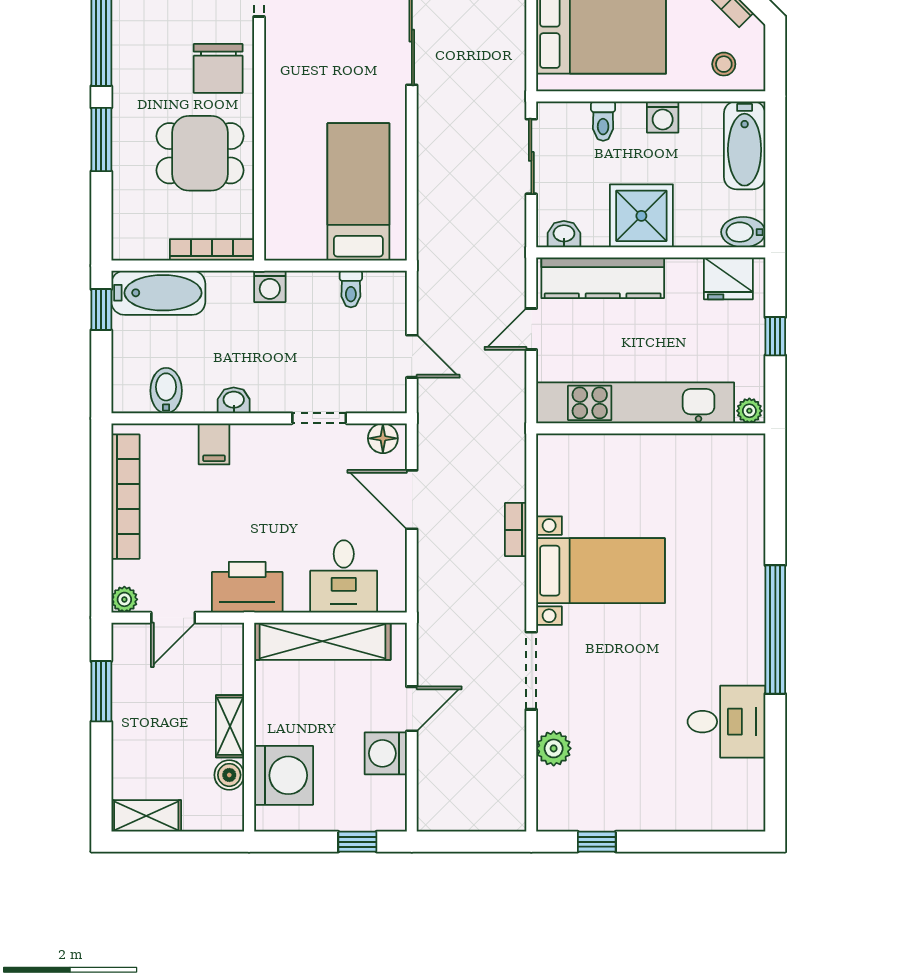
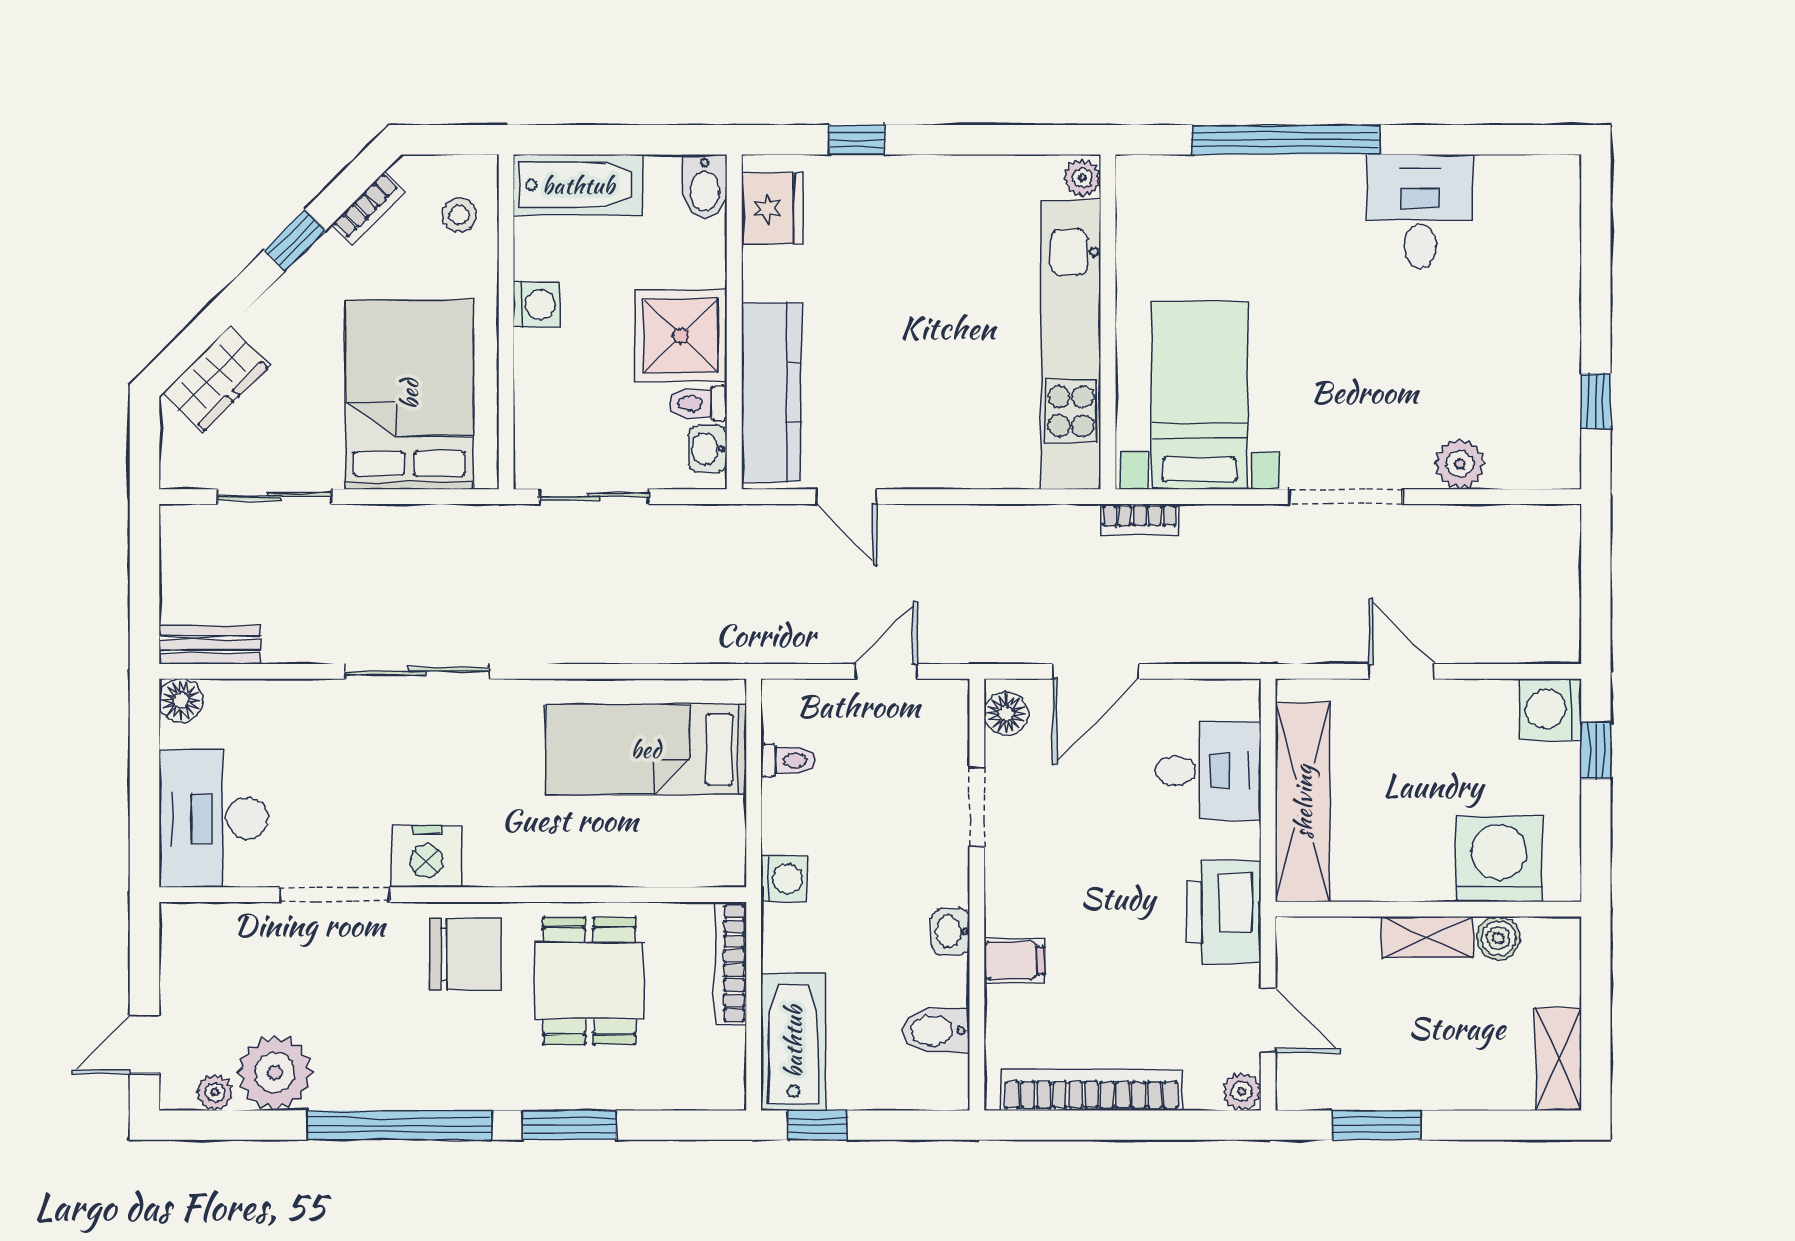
nightstand: (285, 42) -> (427, 856), added
toilet: (603, 121) -> (698, 403), moved, turned 180
kitchen unit: (635, 403) -> (1071, 345), moved
plant: (749, 411) -> (1082, 178), moved
wall: (651, 428) -> (1108, 322), moved
washing machine: (386, 753) -> (1551, 709), moved, turned 90

